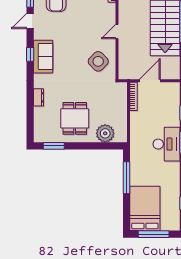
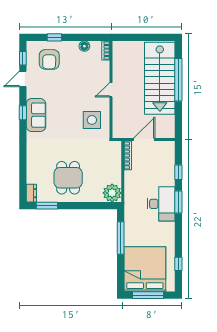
side table: (98, 61) -> (92, 120), turned 45
dresser: (39, 97) -> (31, 193), moved
plant: (105, 133) -> (112, 193), moved
bed: (145, 208) -> (145, 269), width x1.36

